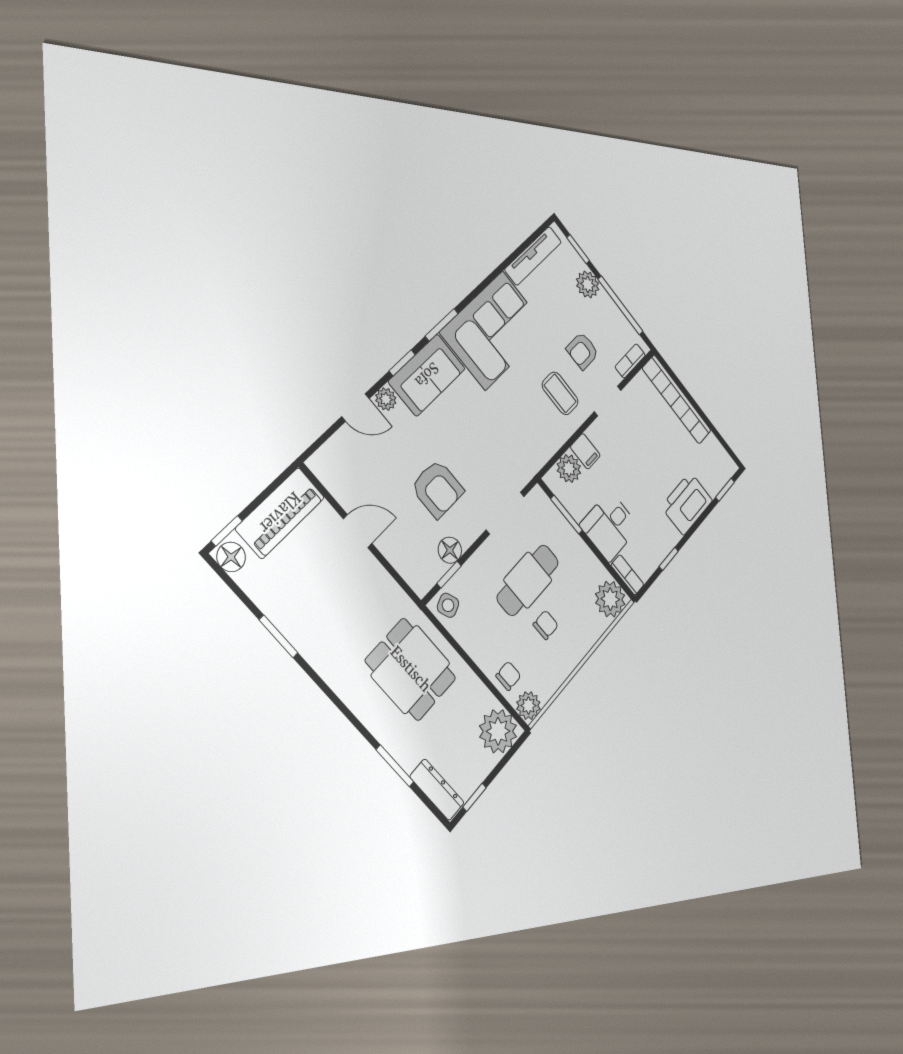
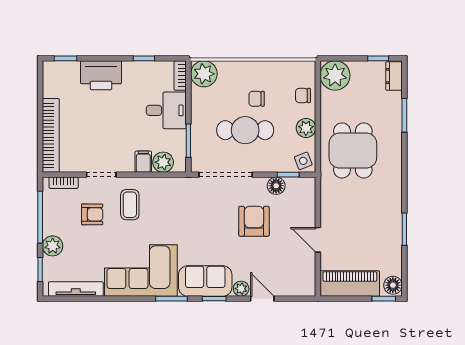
doorway: (505, 513) -> (226, 175), width x1.36
plant: (528, 706) -> (306, 128), moved
dresser: (437, 790) -> (394, 76), width x0.70

